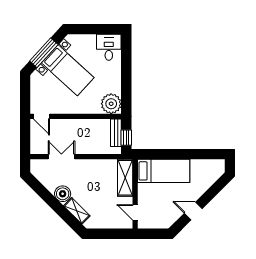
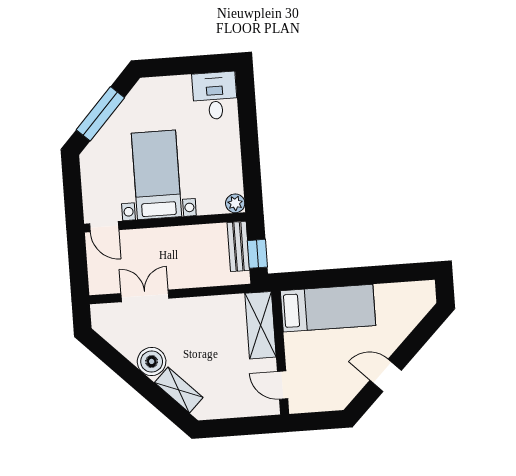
bed with nightstands: (68, 70) -> (156, 175), moved, turned -133
plant: (111, 104) -> (235, 203), width x0.53, depth x0.53

